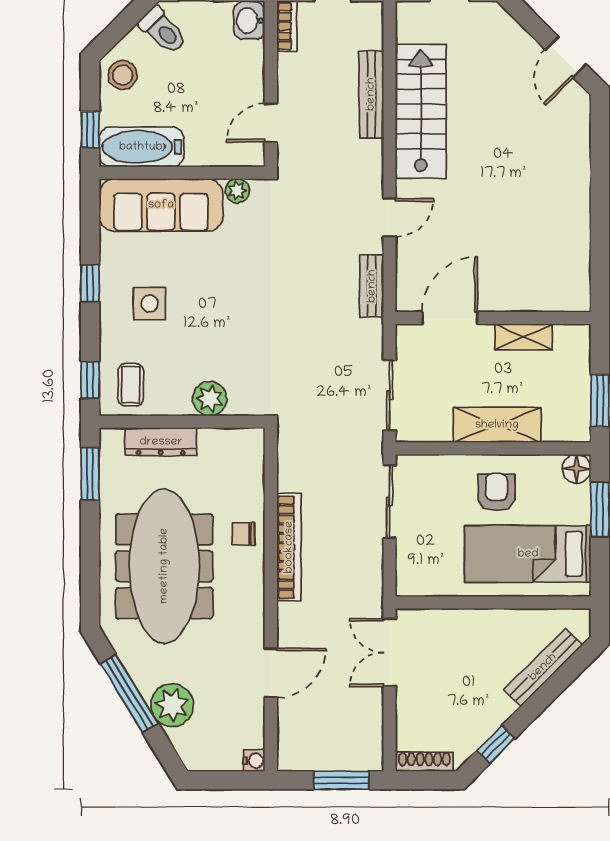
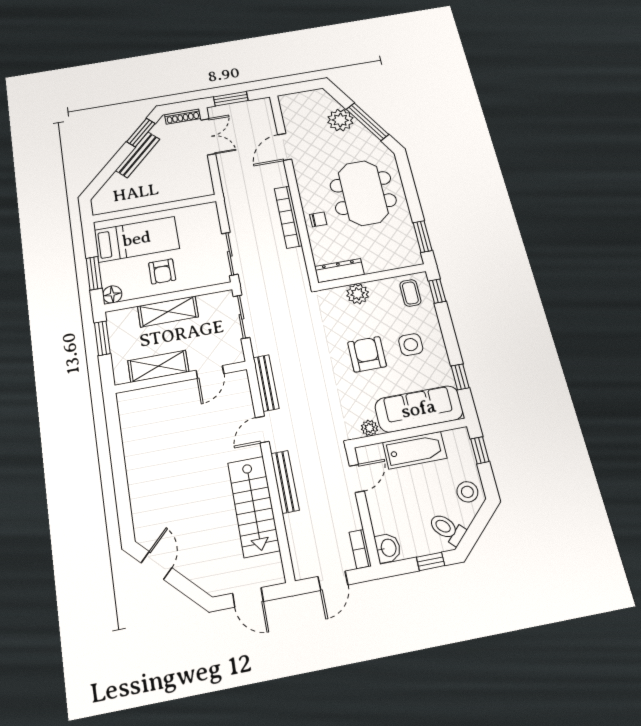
bench: (371, 94) -> (285, 482), moved
bathtub: (141, 147) -> (415, 450), moved
window: (90, 283) -> (460, 377), moved
bench: (372, 286) -> (266, 383), width x1.36
armchair: (217, 301) -> (367, 354), added
door: (450, 318) -> (210, 372), width x0.73
shelving: (524, 337) -> (158, 366), width x1.50, depth x1.33
dresser: (161, 442) -> (339, 271), moved
meeting table: (164, 566) -> (363, 193), width x0.73
double door: (389, 652) -> (208, 137), moved
bench: (543, 667) -> (138, 155), moved
window: (496, 745) -> (141, 133), width x1.50
water cooler: (254, 761) -> (285, 100), removed

